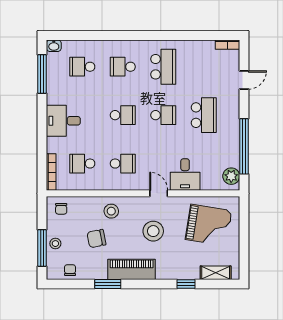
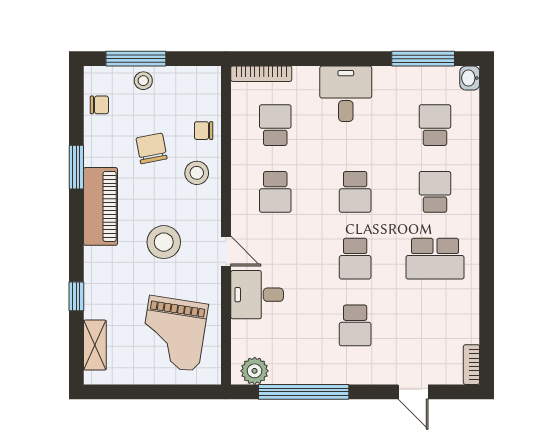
school desk: (204, 115) -> (355, 325), width x0.54
door: (159, 193) -> (226, 251), hinge flipped
chair: (61, 209) -> (204, 131), moved

